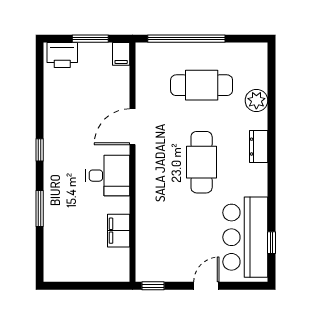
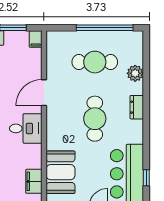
window: (186, 39) -> (105, 28), moved
filing cabinet: (119, 231) -> (34, 181), moved
booth: (155, 235) -> (61, 172), added

